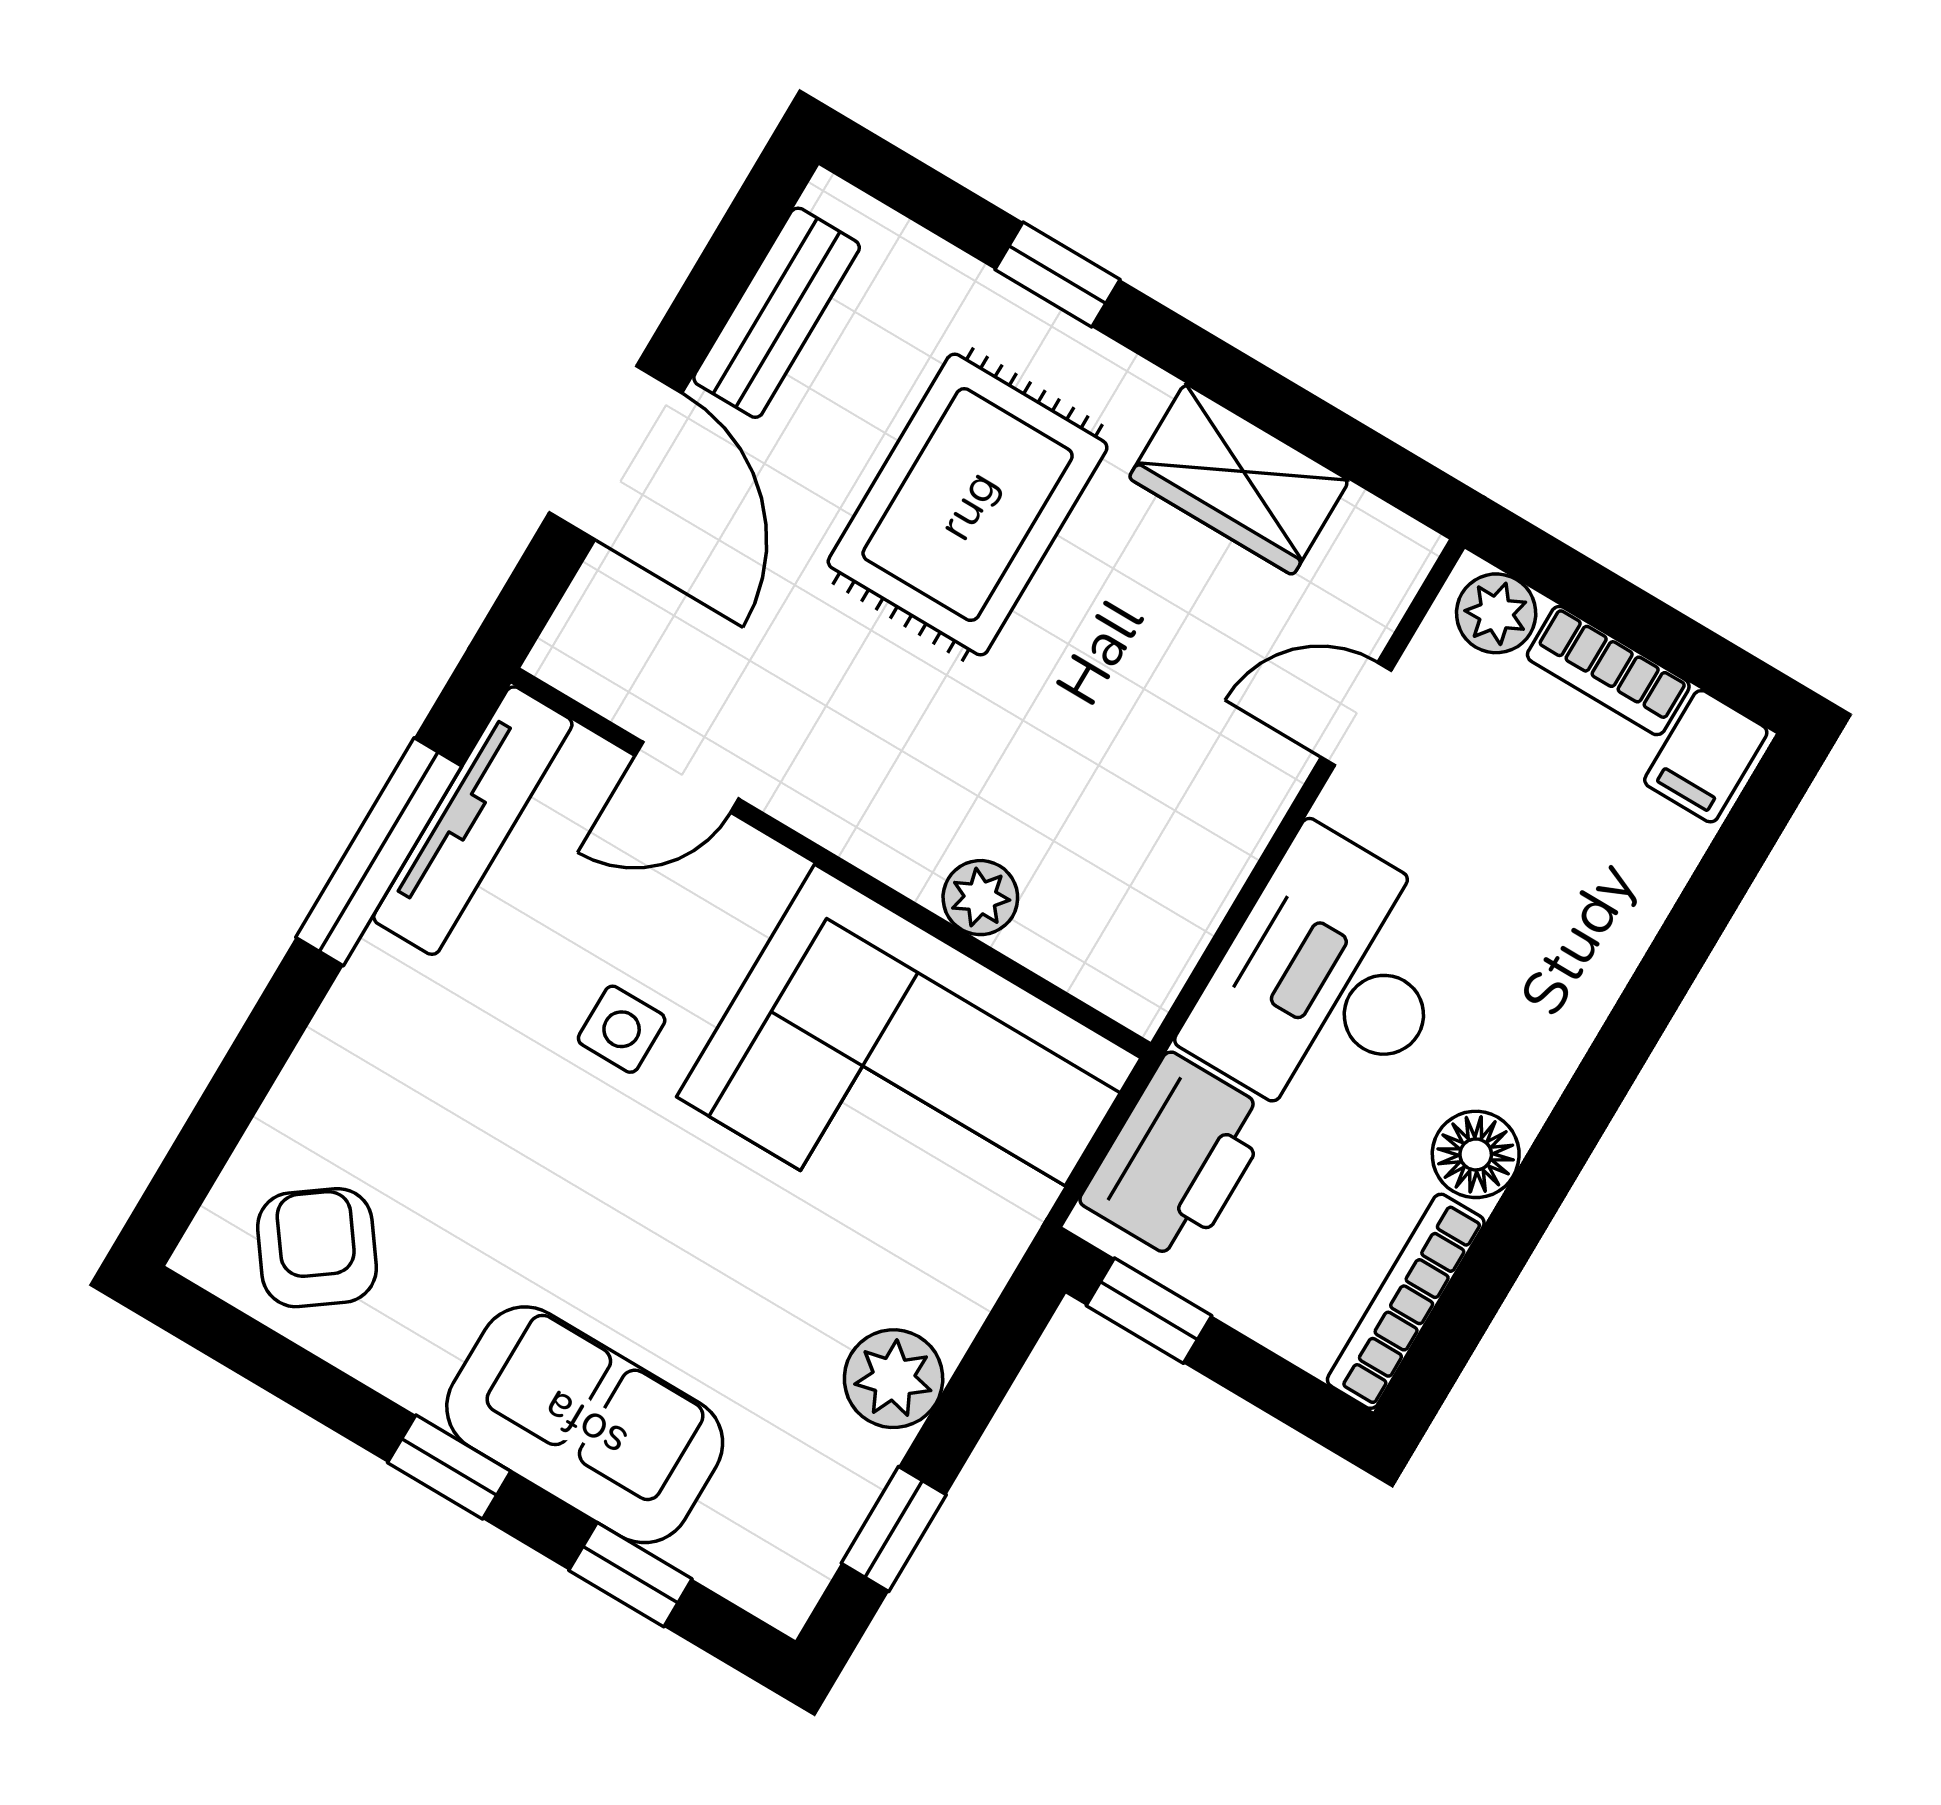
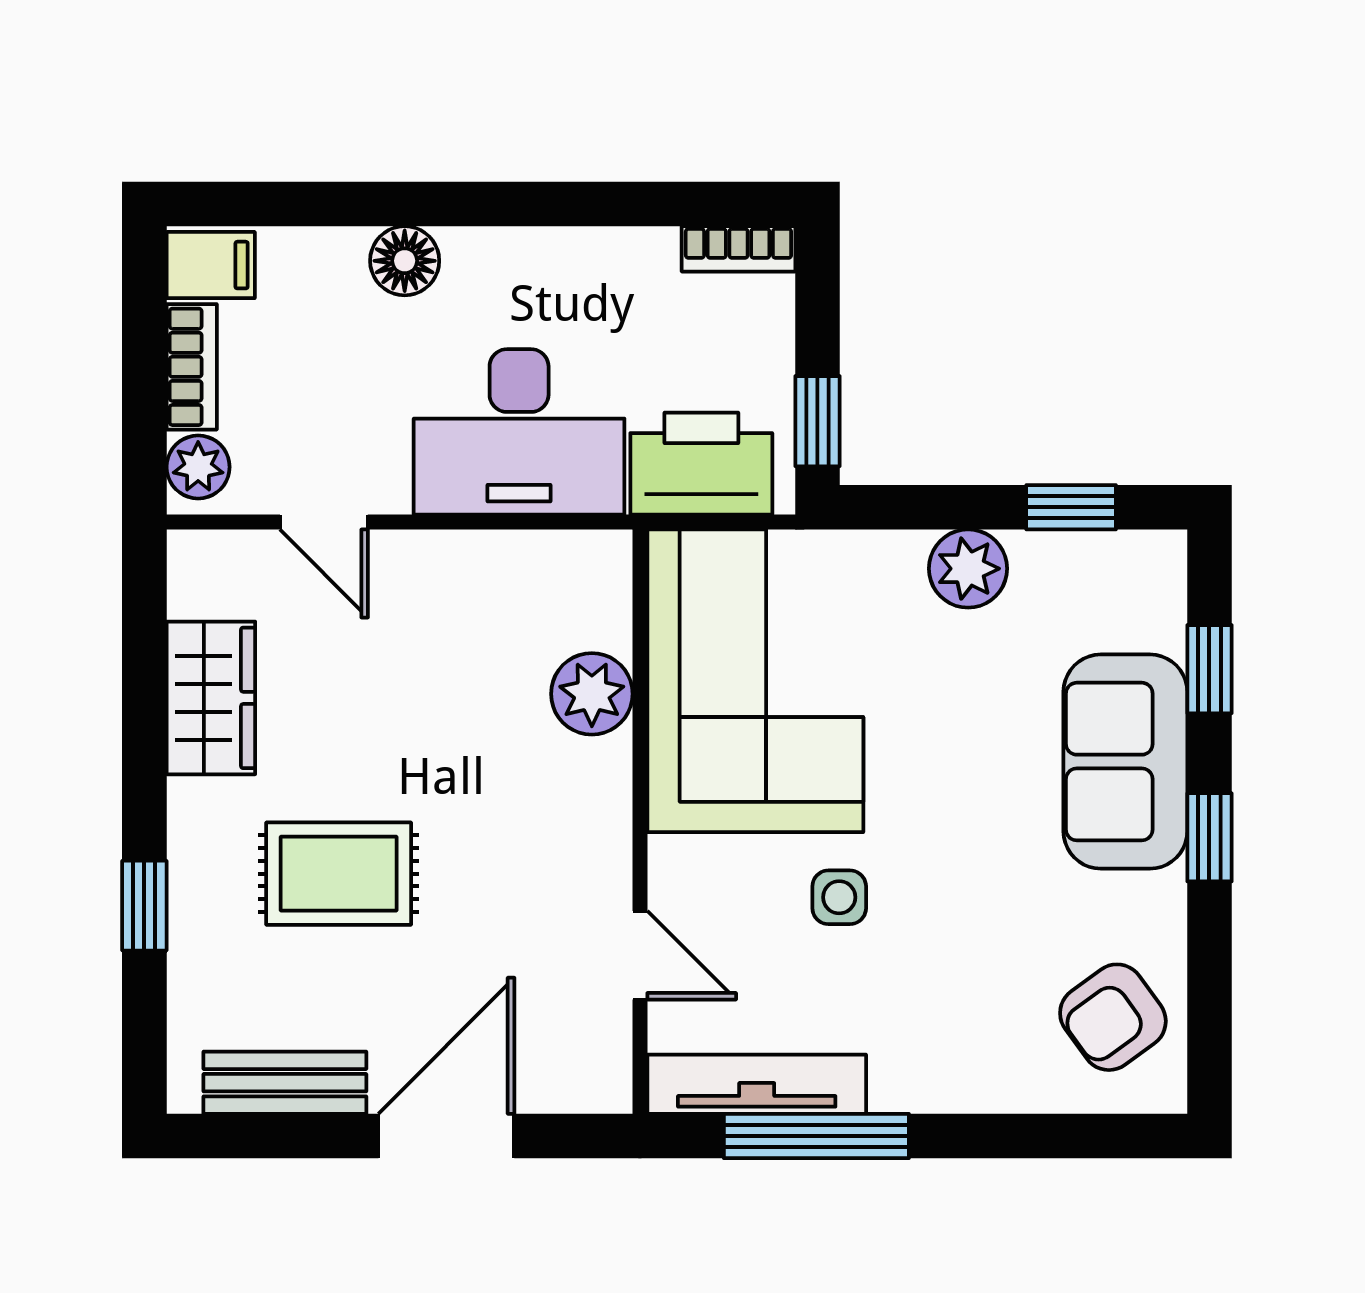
rug: (968, 505) -> (339, 874), width x0.73, depth x0.70
plant: (980, 898) -> (592, 694), width x1.38, depth x1.38
floor lamp: (1476, 1154) -> (405, 261), moved
bookcase: (1406, 1301) -> (738, 249), width x0.64

